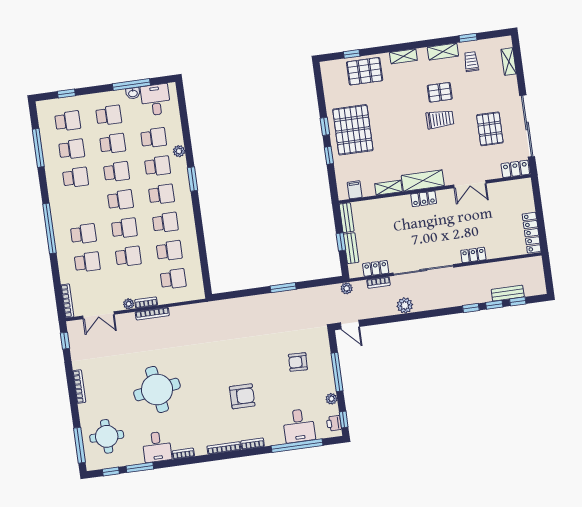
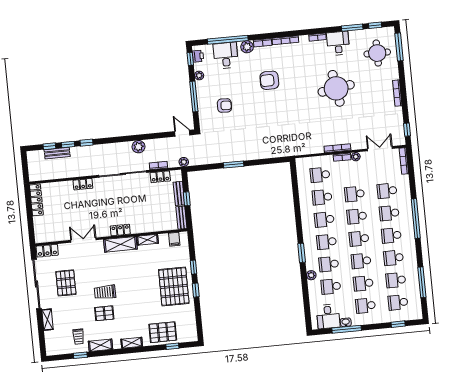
shelving: (509, 62) -> (47, 320), moved
school desk: (79, 206) -> (391, 235), added
plant: (272, 438) -> (247, 47), added

